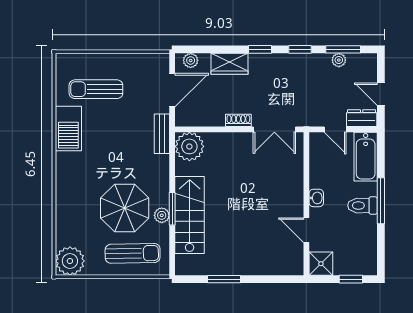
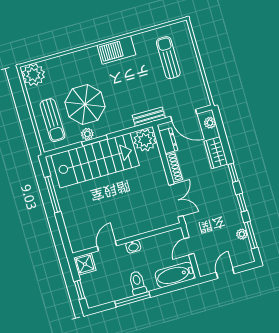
dresser: (362, 118) -> (168, 141), moved
shoe rack: (238, 120) -> (174, 167), width x1.43
barbecue: (68, 128) -> (116, 50), moved
double door: (274, 129) -> (176, 200), swing flipped
window: (381, 201) -> (133, 299), moved
stairs: (190, 215) -> (95, 160), width x1.36, depth x1.51
window: (224, 279) -> (53, 194), width x1.44

